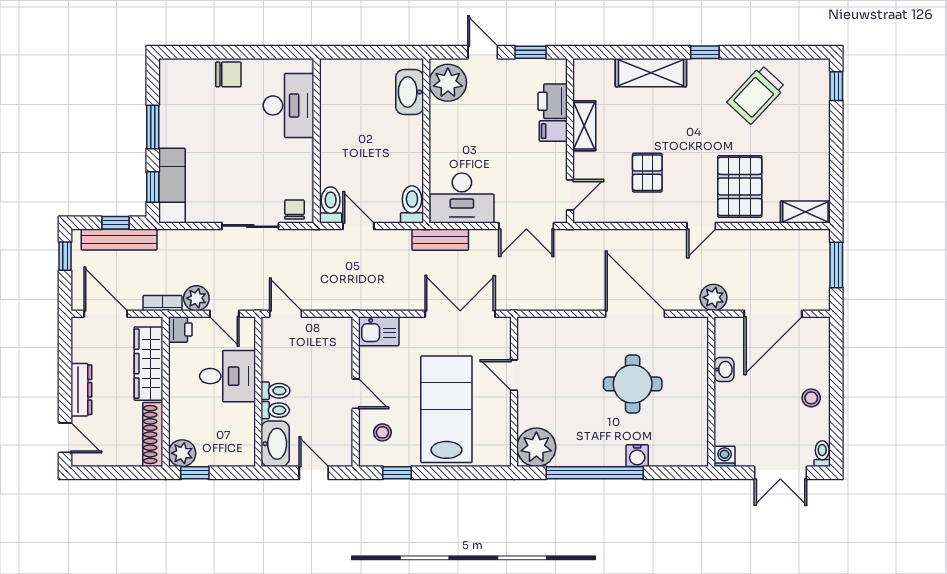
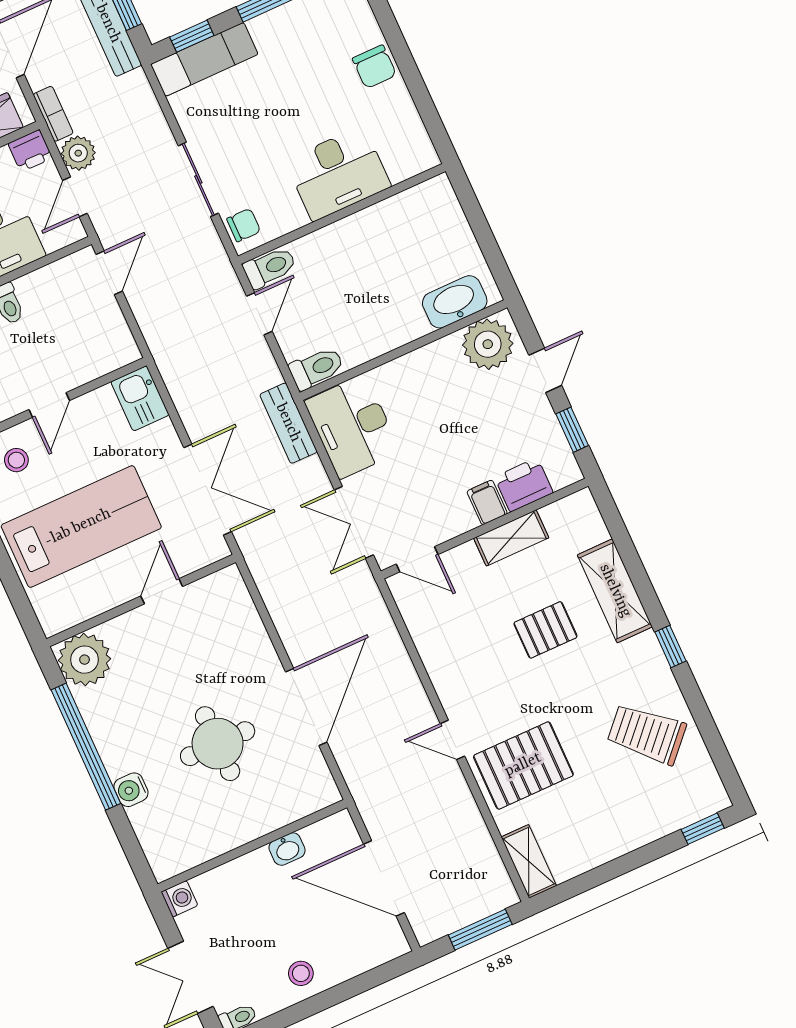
desk: (289, 105) -> (338, 173), moved
pallet: (647, 173) -> (545, 630), moved
plant: (713, 297) -> (371, 795), removed

